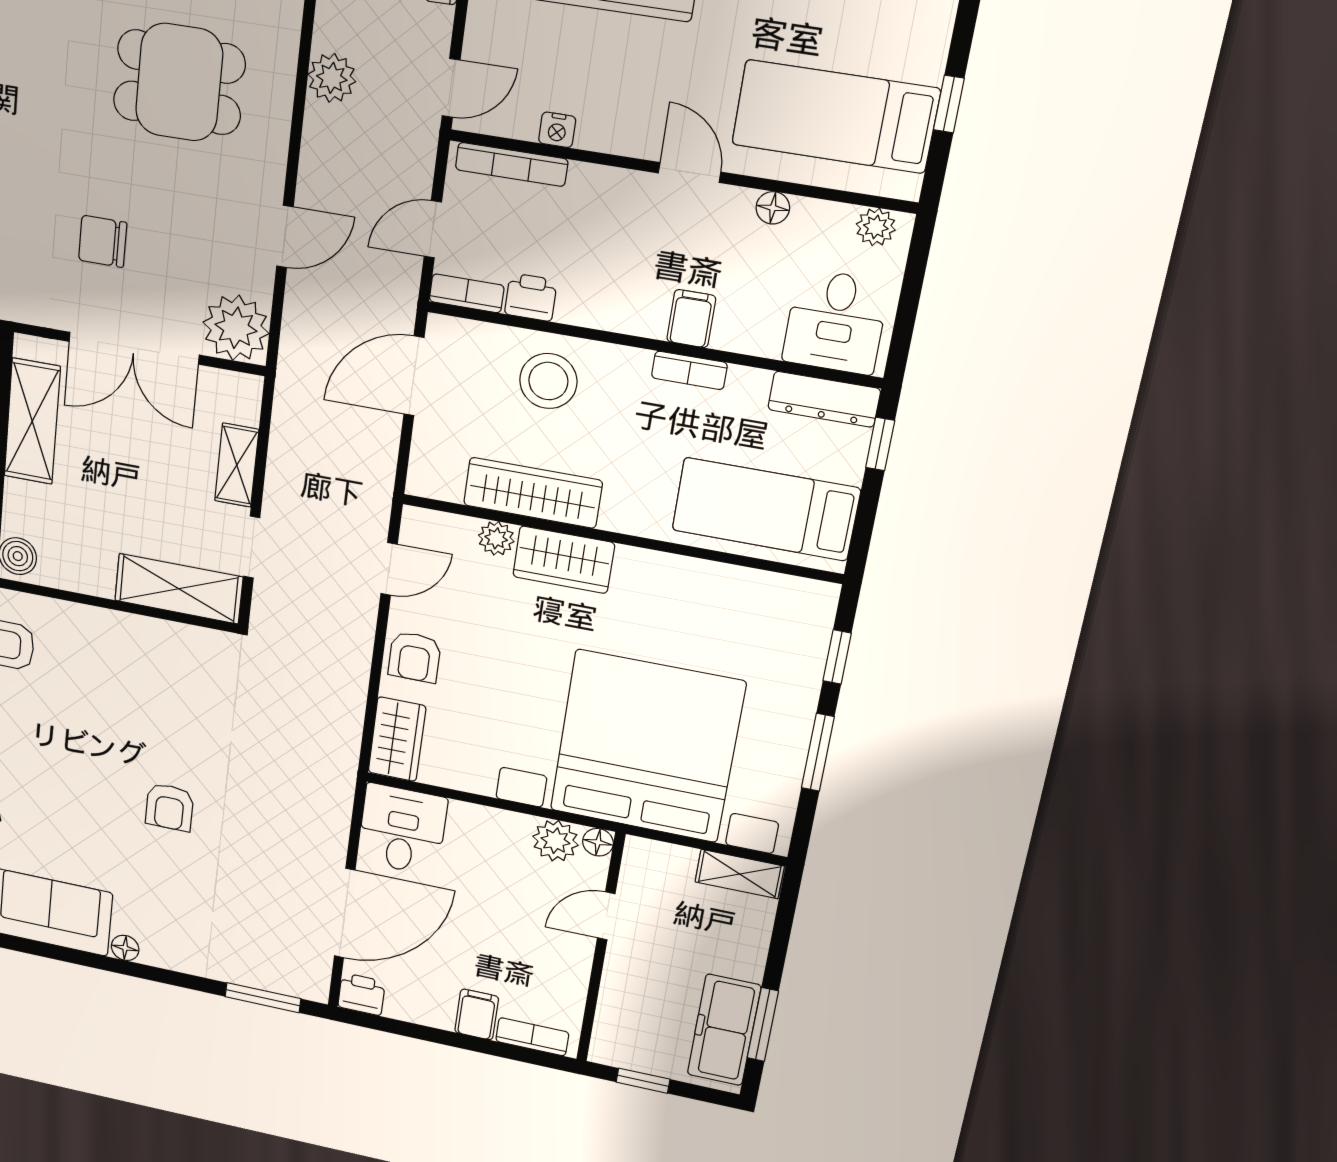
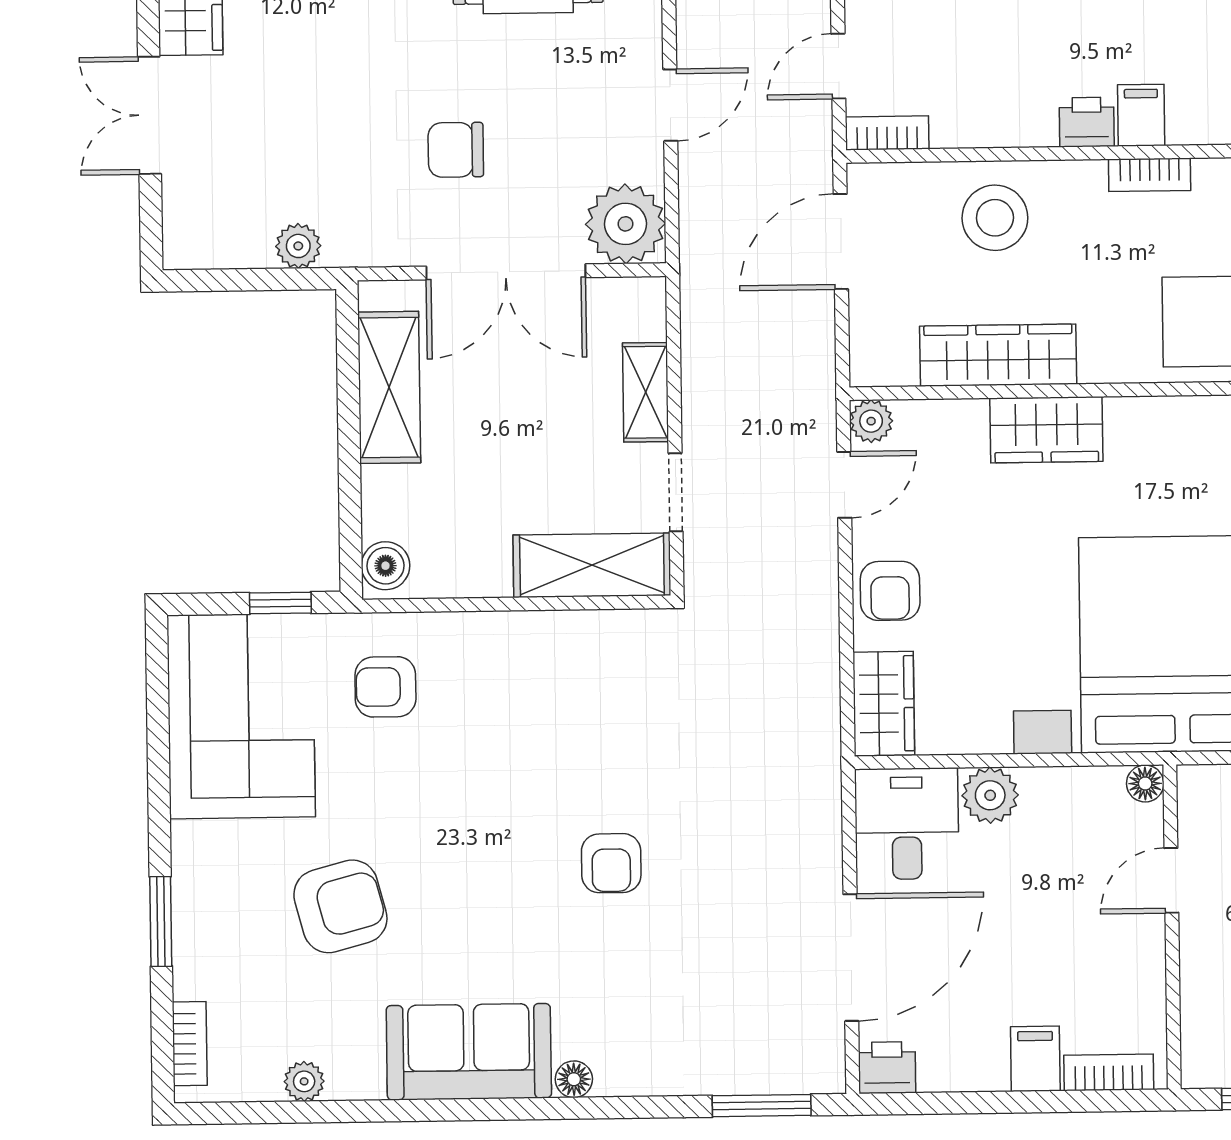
printer: (531, 297) -> (1087, 122), moved
plant: (496, 538) -> (871, 421), moved
plant: (555, 841) -> (990, 795), moved

